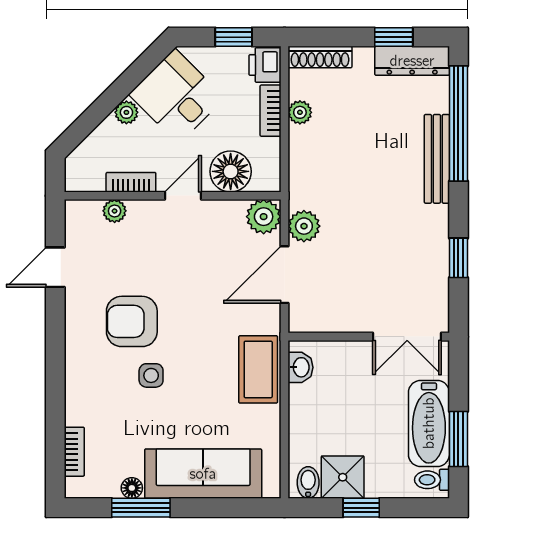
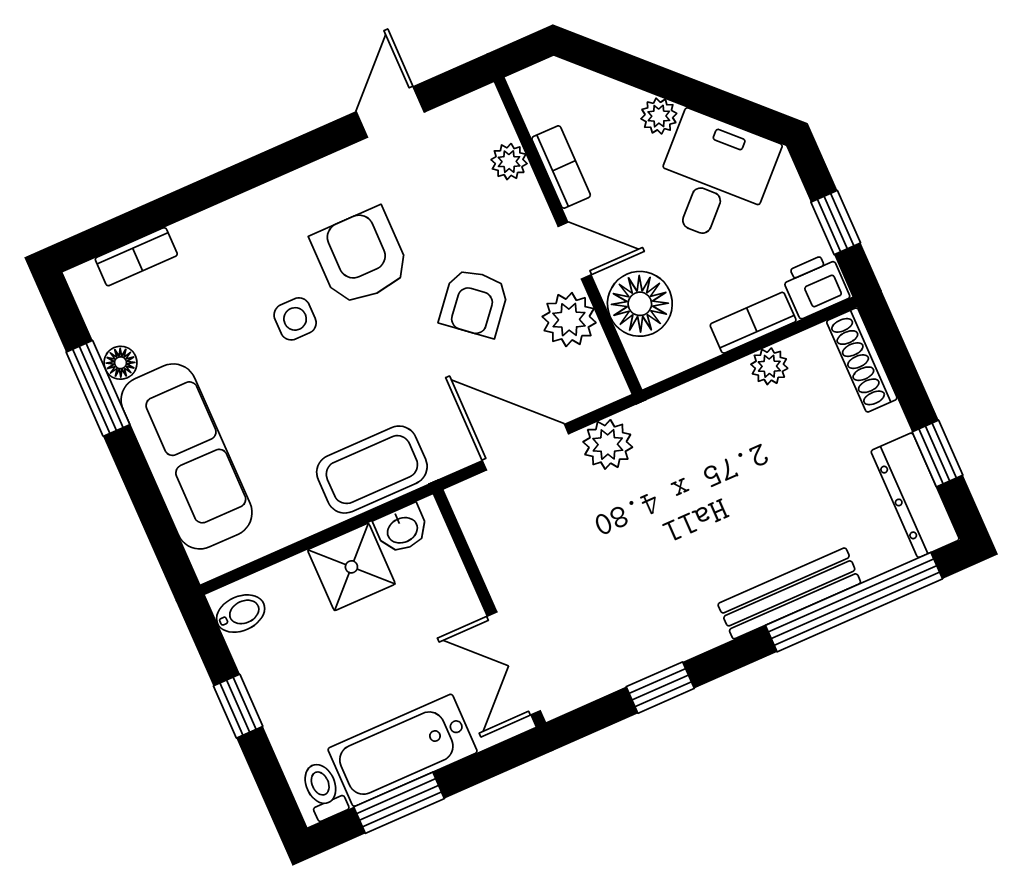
plant: (264, 217) -> (569, 320), moved
door: (55, 267) -> (390, 112), hinge flipped
armchair: (188, 267) -> (474, 303), added
shower: (343, 477) -> (351, 567), moved

